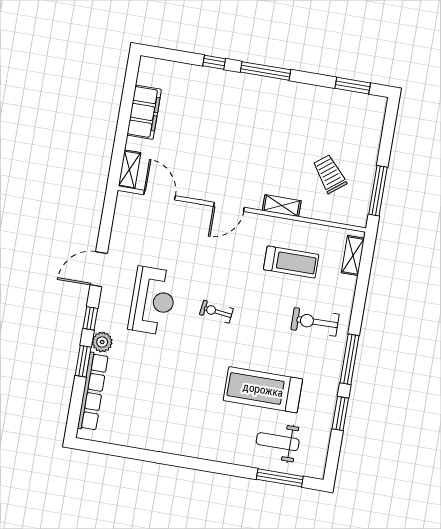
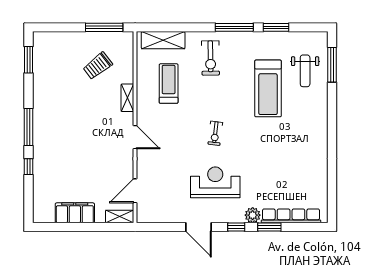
shelving: (353, 256) -> (163, 40), width x1.50, depth x1.33

